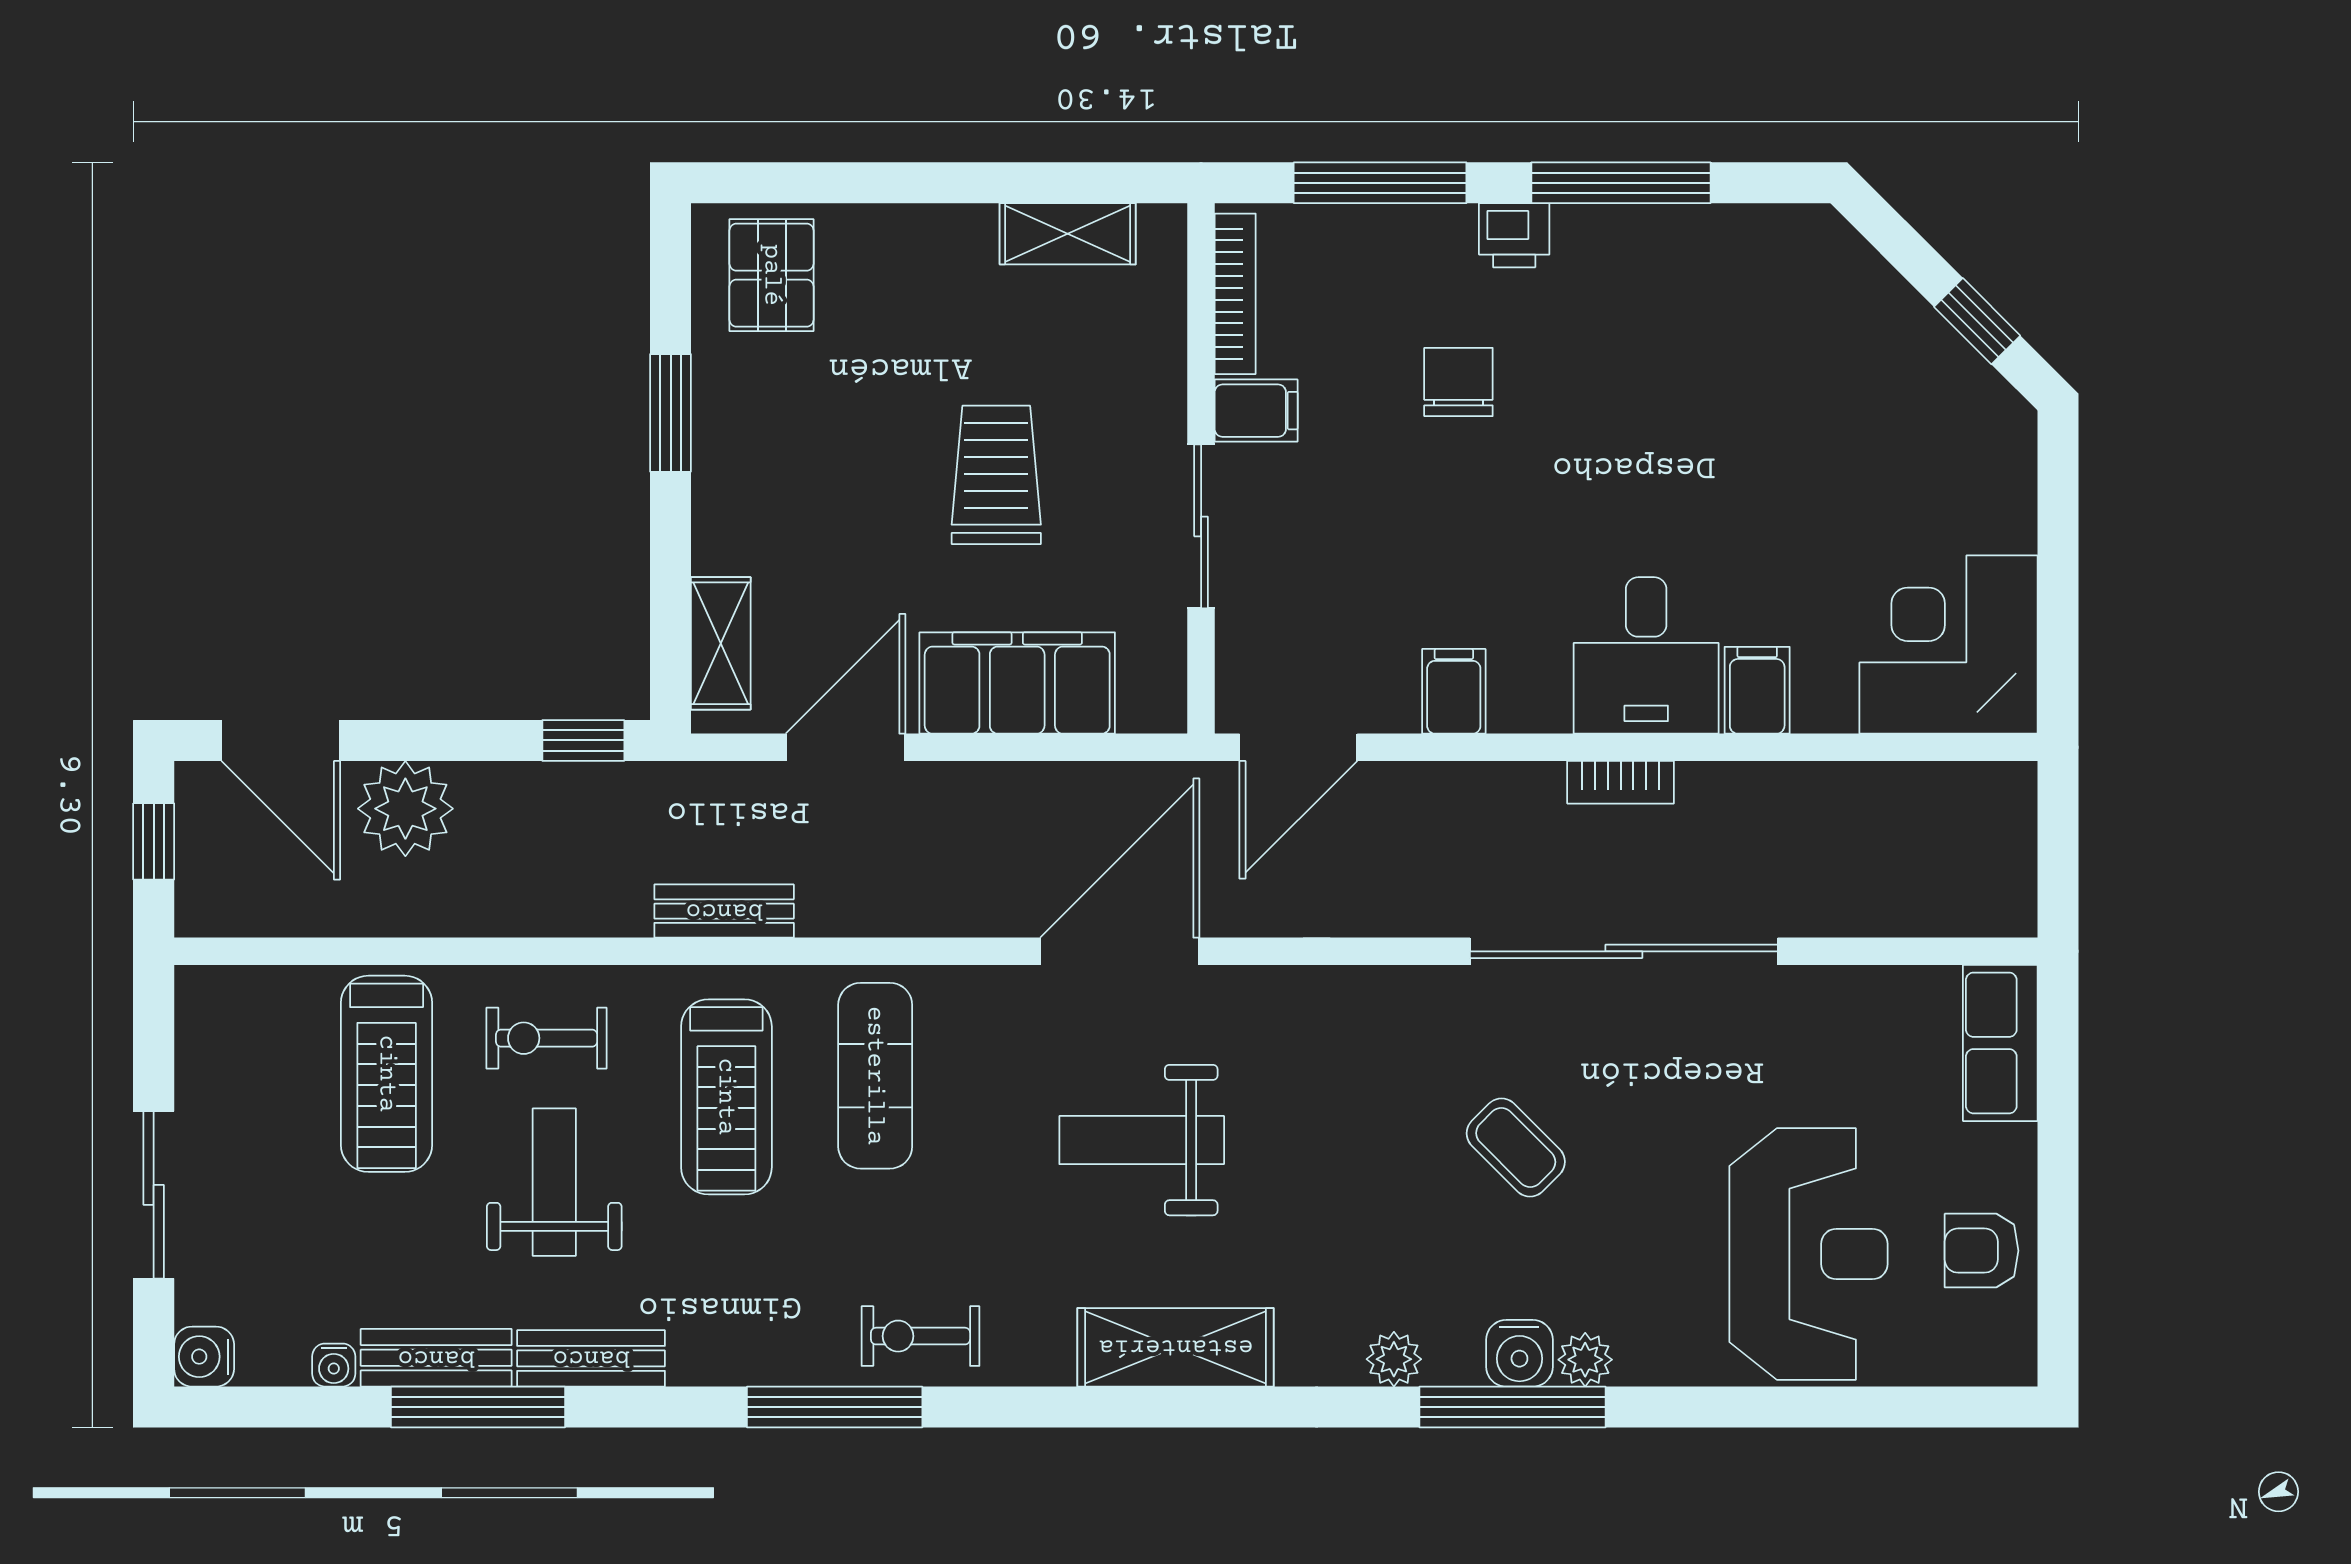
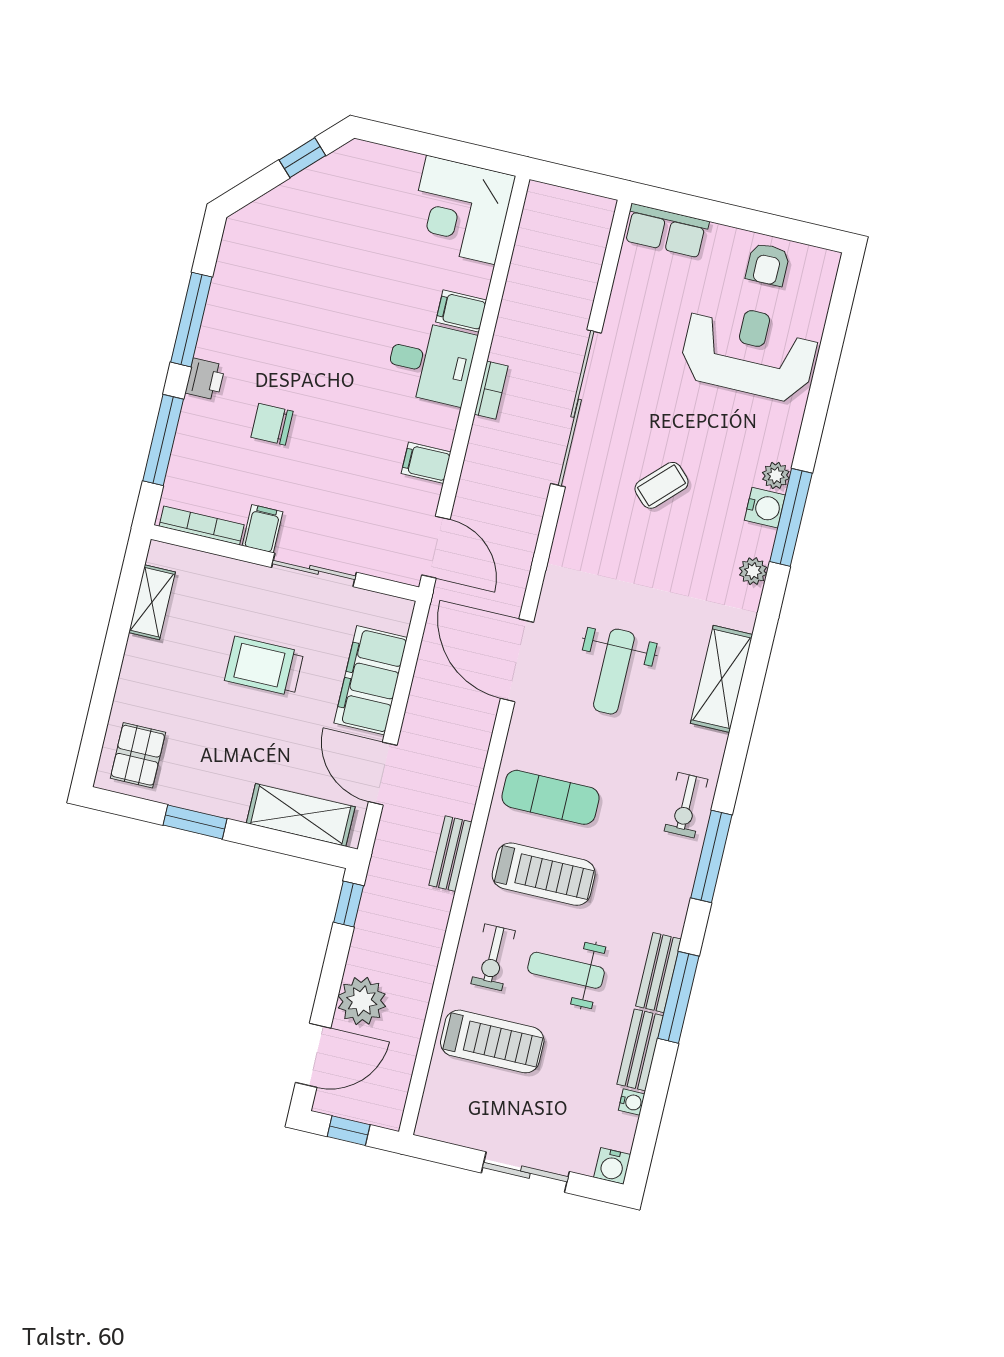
pallet: (772, 275) -> (138, 755), turned 90
shelving: (721, 643) -> (301, 815), width x1.50, depth x1.33
window: (478, 1407) -> (678, 997), moved

